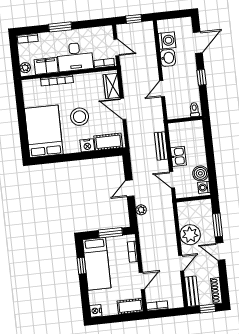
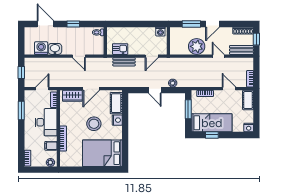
window: (60, 27) -> (21, 111), moved
filing cabinet: (46, 66) -> (51, 146), width x0.50
kitchen sink: (178, 156) -> (120, 49), moved
boiler: (200, 173) -> (149, 33), removed

